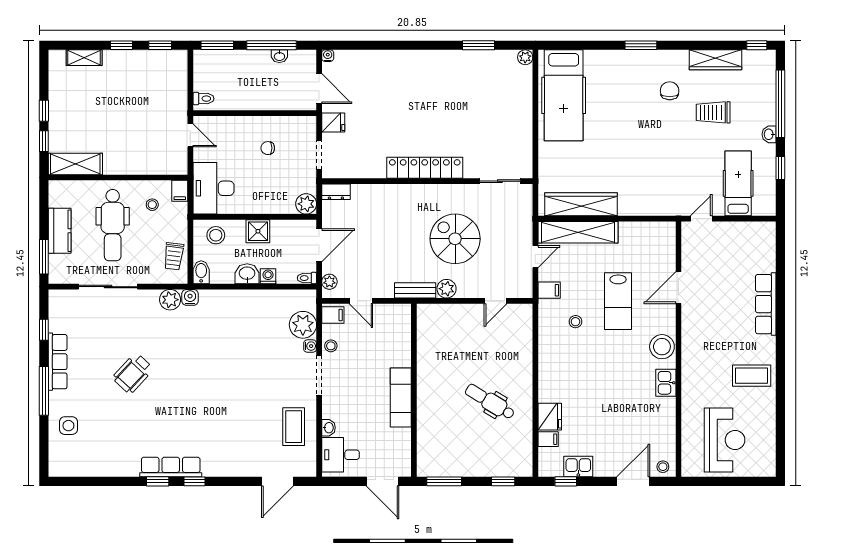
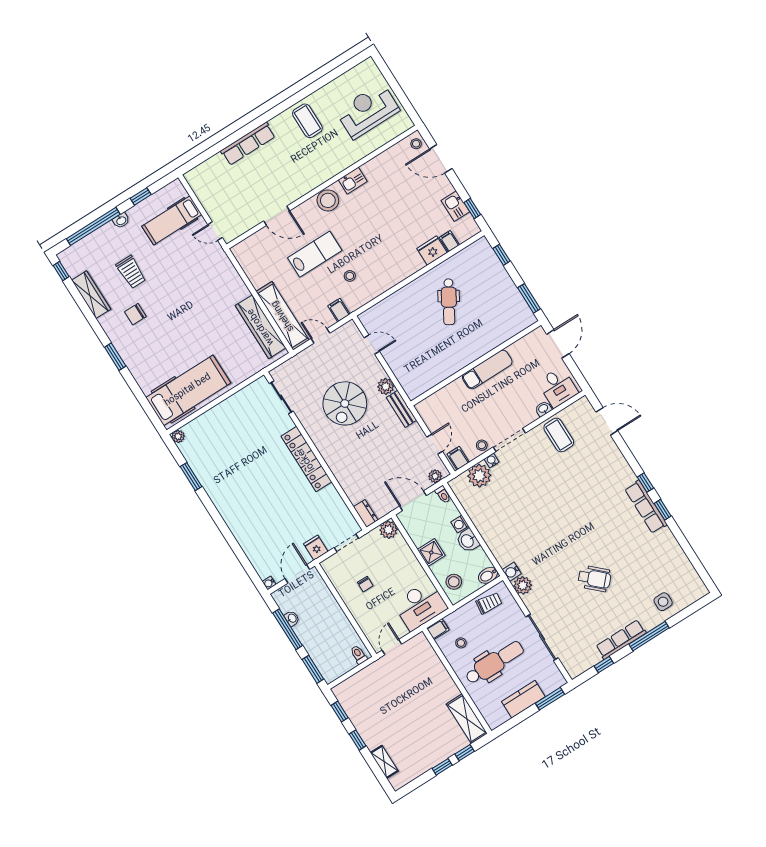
coffee table: (294, 427) -> (559, 435), turned 90

